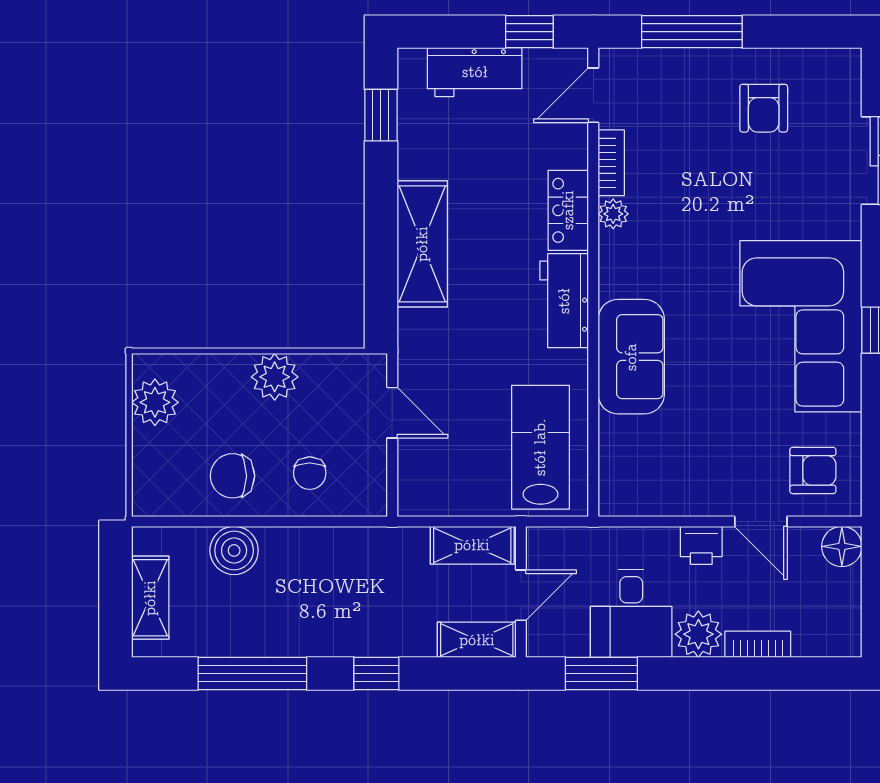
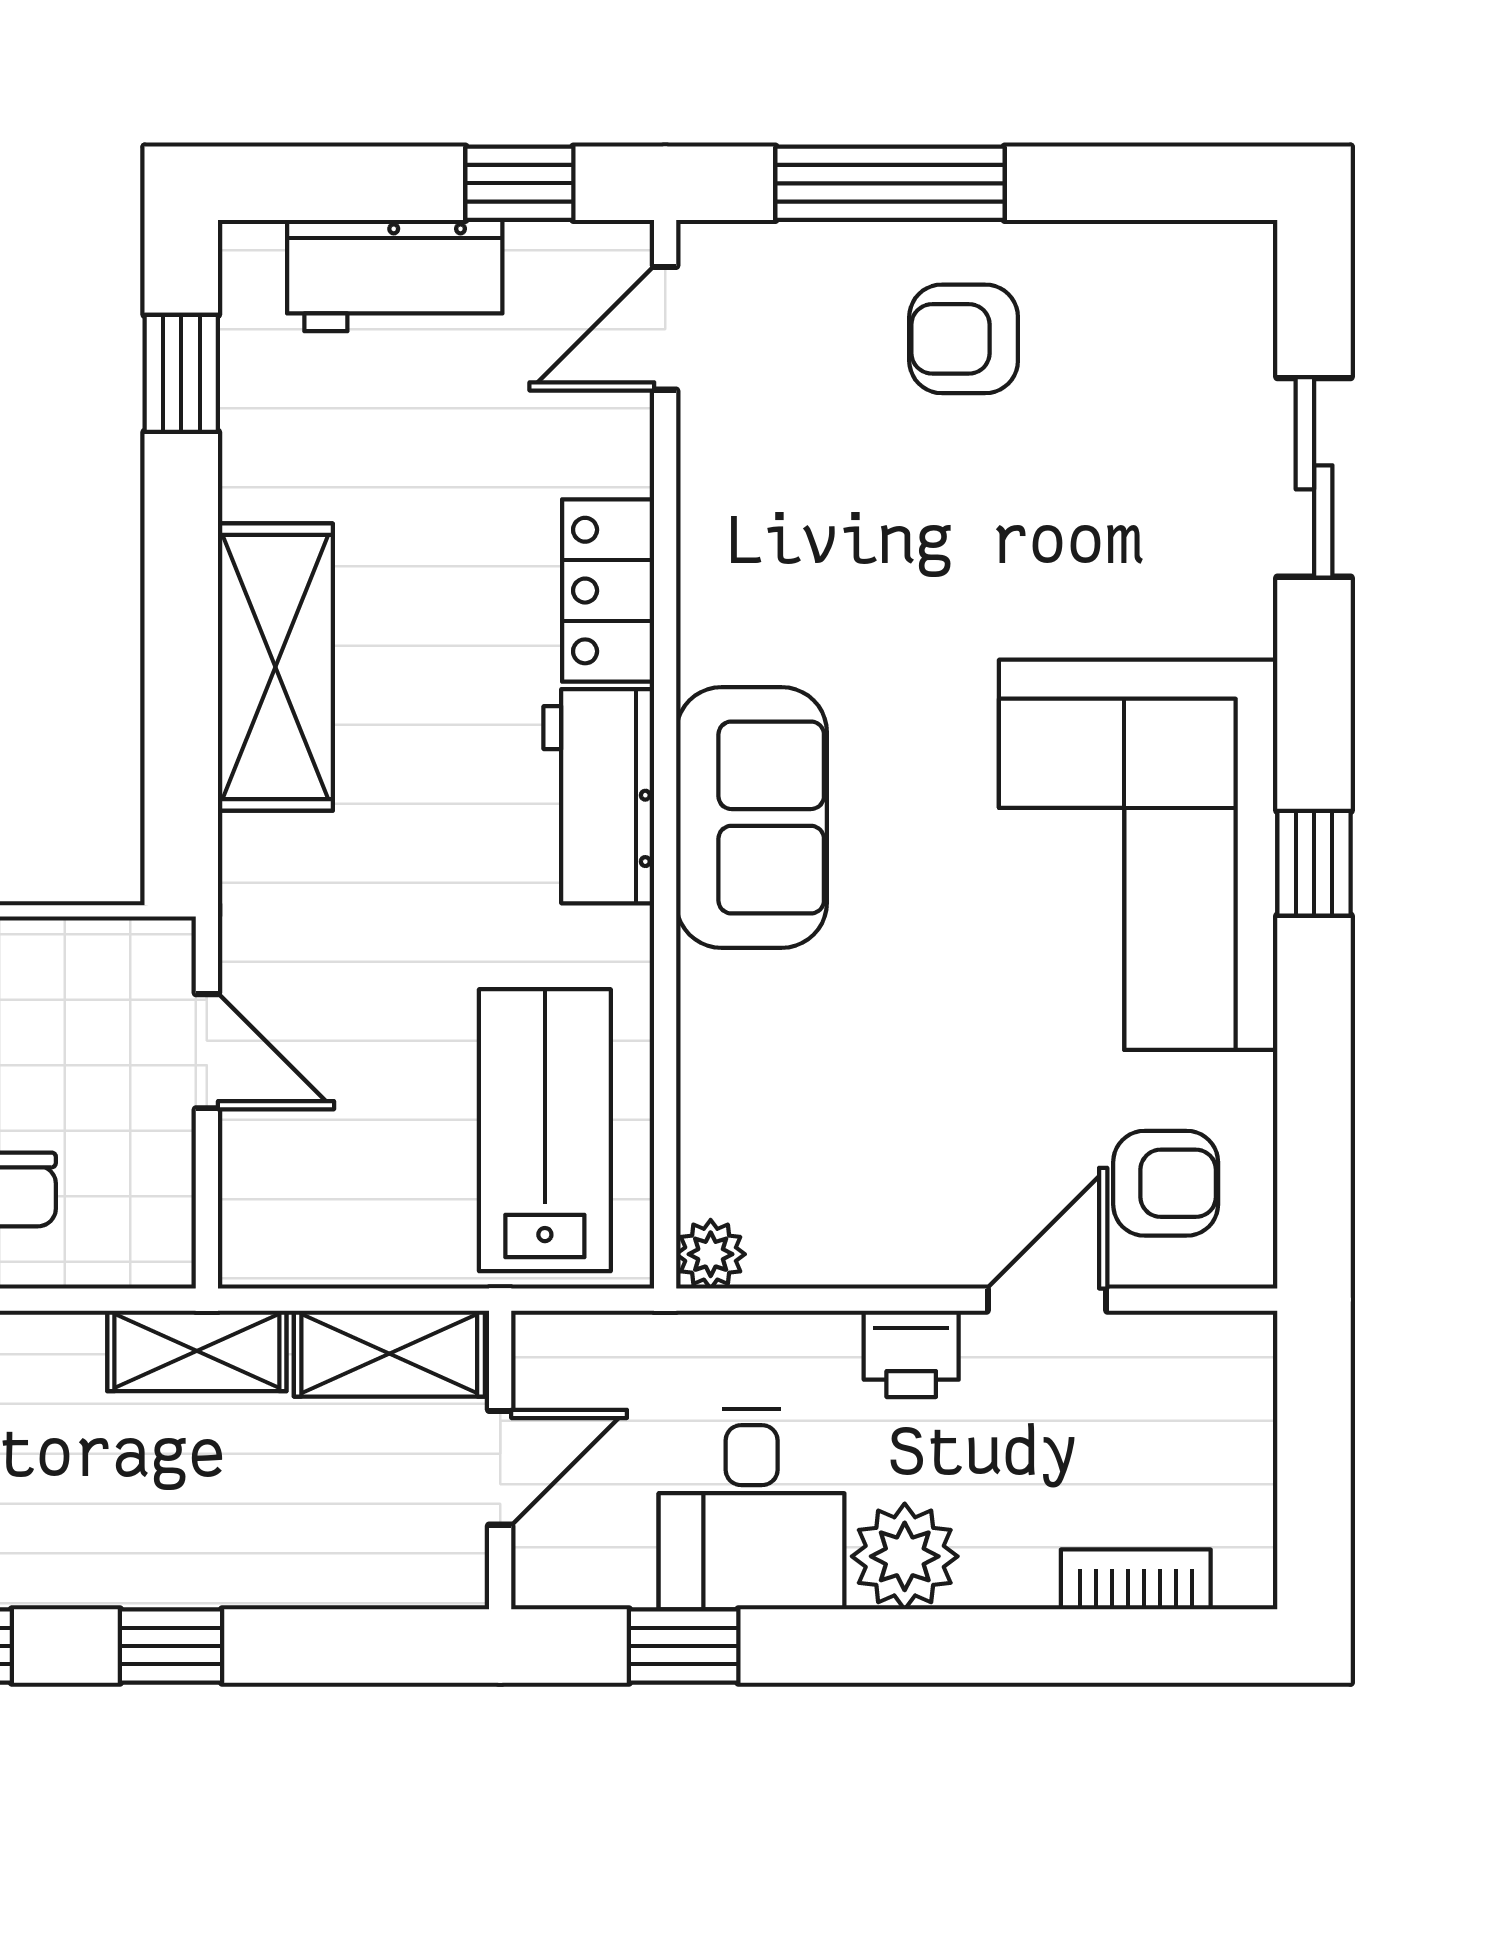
armchair: (764, 108) -> (964, 339), moved, turned 90
bookcase: (611, 163) -> (706, 482), removed
plant: (613, 214) -> (711, 1254), moved
sofa: (631, 357) -> (752, 817), moved
door: (761, 522) -> (1047, 1300), swing flipped
floor lamp: (842, 546) -> (1232, 1356), removed
shelving: (477, 640) -> (197, 1351), moved
bookcase: (758, 644) -> (1136, 1579), moved
window: (601, 674) -> (684, 1646), width x0.67

